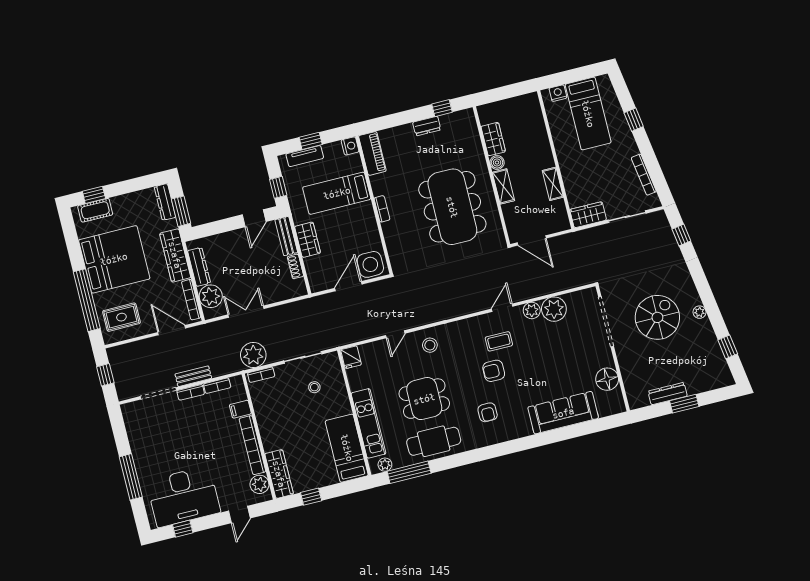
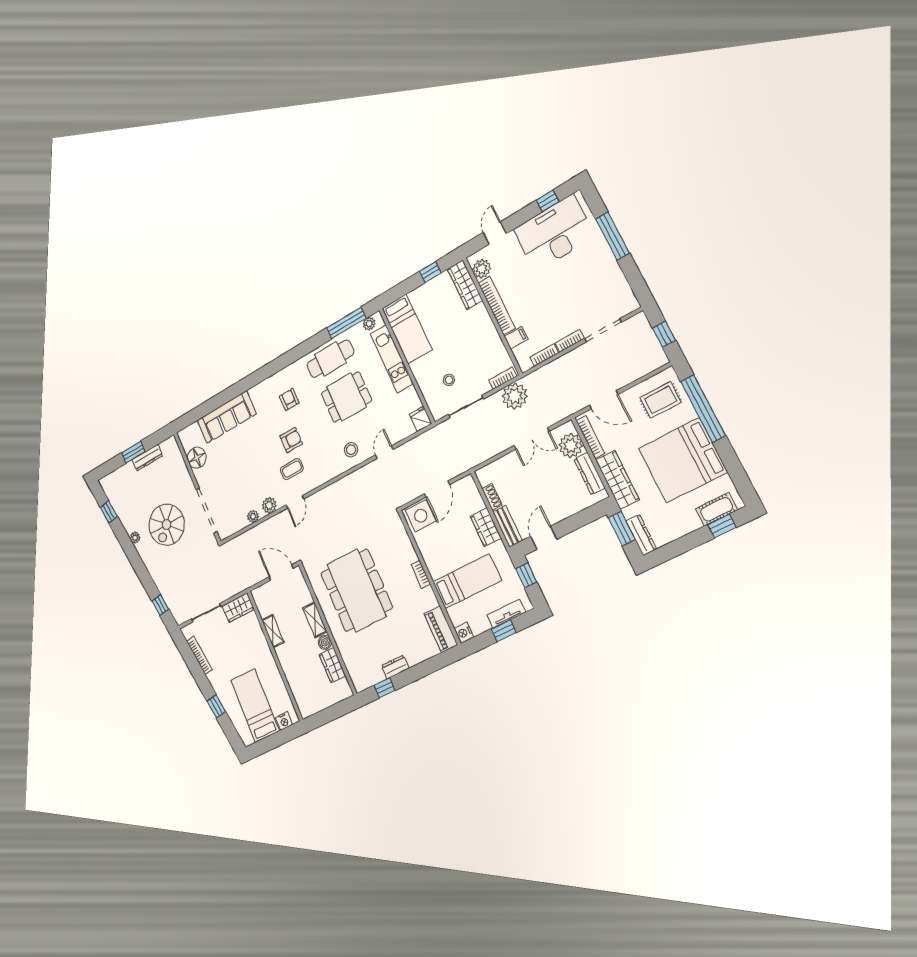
plant: (554, 309) -> (253, 516), width x0.53, depth x0.53
bench: (193, 376) -> (571, 358), removed

